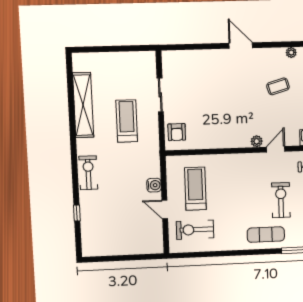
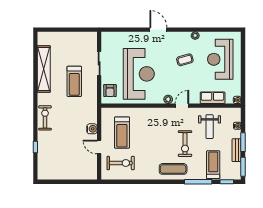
reception desk: (216, 108) -> (139, 74), added
treadmill: (127, 121) -> (74, 81), turned 180
treadmill: (195, 189) -> (122, 133), turned 180
exercise bike: (281, 200) -> (185, 144), turned 180
exercise bike: (195, 230) -> (121, 163), turned 180

